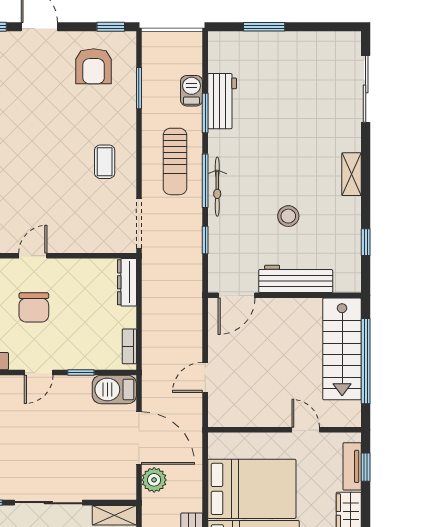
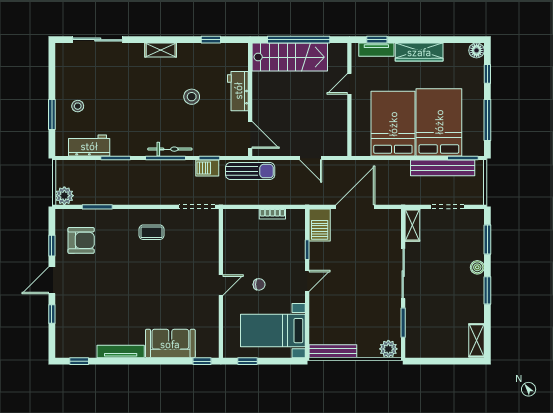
window: (111, 27) -> (52, 246), moved
stool: (276, 62) -> (78, 106), added
barbecue: (191, 91) -> (207, 168), moved
workbench: (222, 101) -> (89, 146), moved
sun lounger: (175, 161) -> (250, 171), moved
door: (33, 256) -> (221, 285), swing flipped
workbench: (296, 279) -> (238, 91), width x0.73
dresser: (127, 282) -> (240, 216), removed
chair: (34, 307) -> (259, 284), width x0.54, depth x0.54
bookcase: (129, 346) -> (272, 214), moved
door: (39, 373) -> (307, 281), hinge flipped
plant: (154, 480) -> (64, 196), moved

